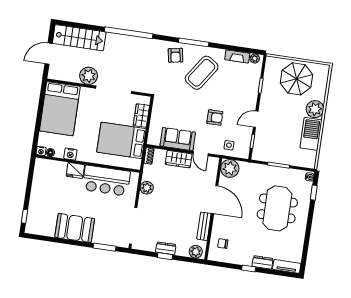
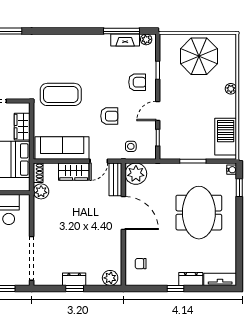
window: (194, 42) -> (121, 31), moved
armchair: (175, 55) -> (137, 82), moved, turned -80
coffee table: (202, 73) -> (61, 94), moved, turned 56
plant: (315, 109) -> (231, 89), width x0.53, depth x0.53
barbecue: (311, 134) -> (226, 137), moved
sofa: (178, 139) -> (62, 148), width x1.36
door: (201, 154) -> (99, 161), hinge flipped
plant: (147, 188) -> (41, 191), moved
bench: (204, 226) -> (115, 179), moved

